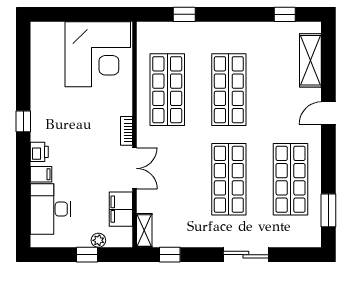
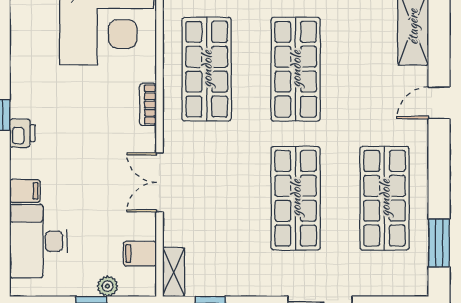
bookcase: (126, 131) -> (148, 104), moved
printer: (39, 152) -> (22, 133), moved
double door: (134, 168) -> (159, 182), swing flipped
filing cabinet: (121, 209) -> (140, 254), width x0.50

